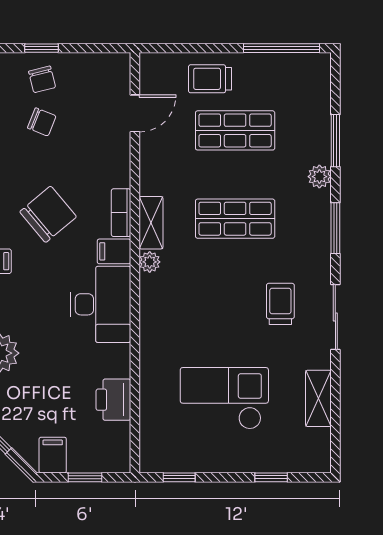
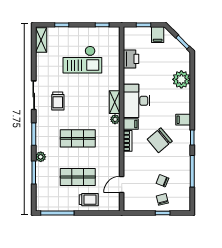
shelving: (151, 223) -> (115, 102), moved
shelving: (318, 398) -> (41, 40), moved

